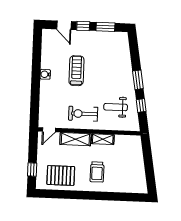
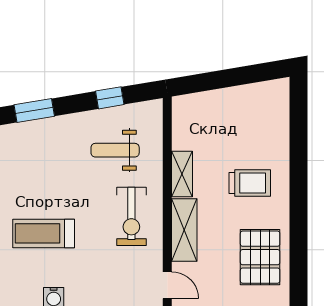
window: (138, 80) -> (34, 110), moved
weight bench: (116, 107) -> (115, 150), turned 90

